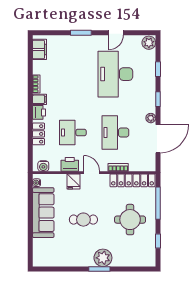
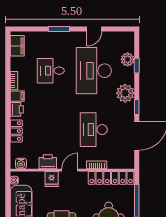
plant: (149, 43) -> (128, 59), moved
window: (158, 99) -> (137, 107), moved
plant: (151, 118) -> (125, 93), moved, width x1.87, depth x1.87
desk: (73, 132) -> (51, 71), moved
door: (92, 173) -> (70, 170), hinge flipped

